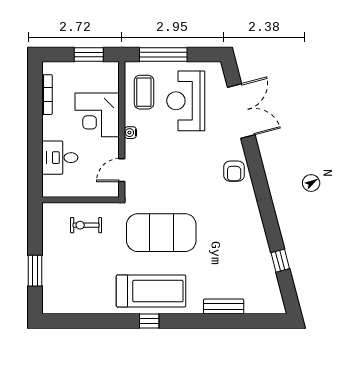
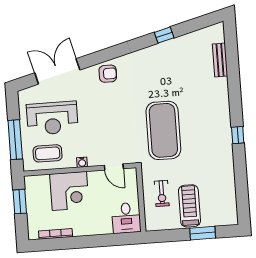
desk: (60, 158) -> (126, 218), moved
window: (280, 261) -> (164, 35), moved
treadmill: (151, 291) -> (189, 206), moved, width x0.73, depth x0.73
bench: (224, 307) -> (220, 60), moved

